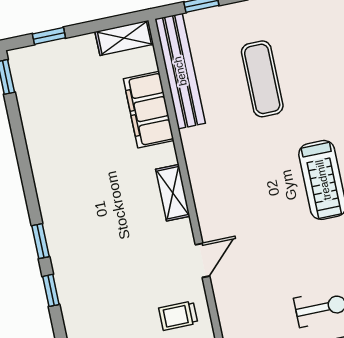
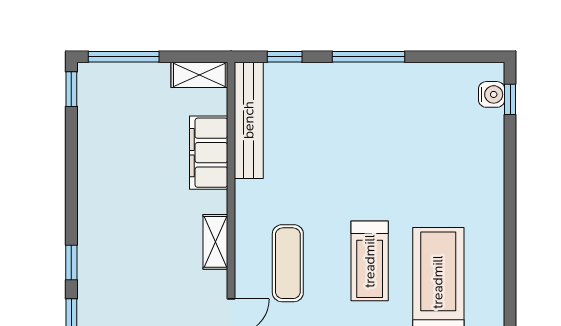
window: (49, 36) -> (124, 57), width x2.17
exercise mat: (262, 79) -> (288, 263), moved

